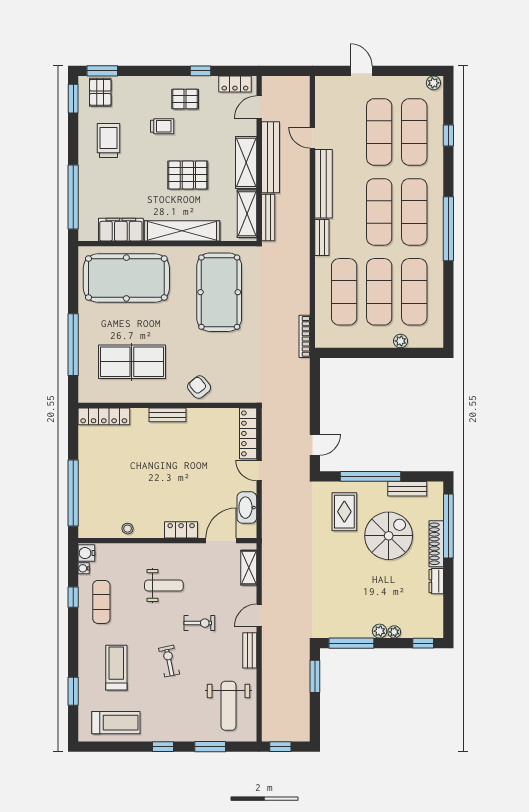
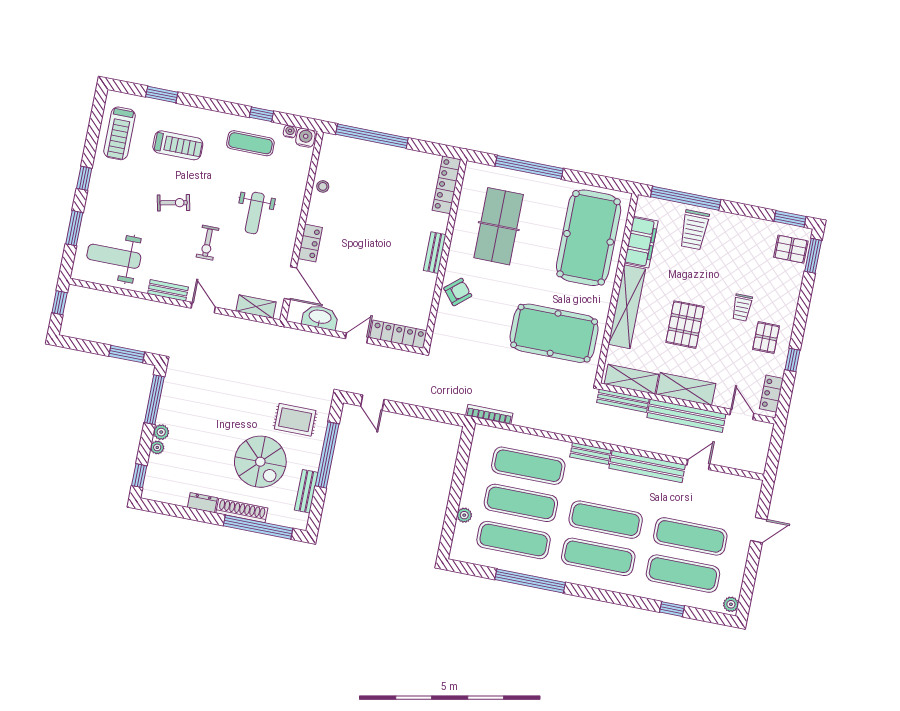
trolley: (108, 140) -> (694, 230), moved, turned 90
window: (448, 229) -> (530, 581), moved

